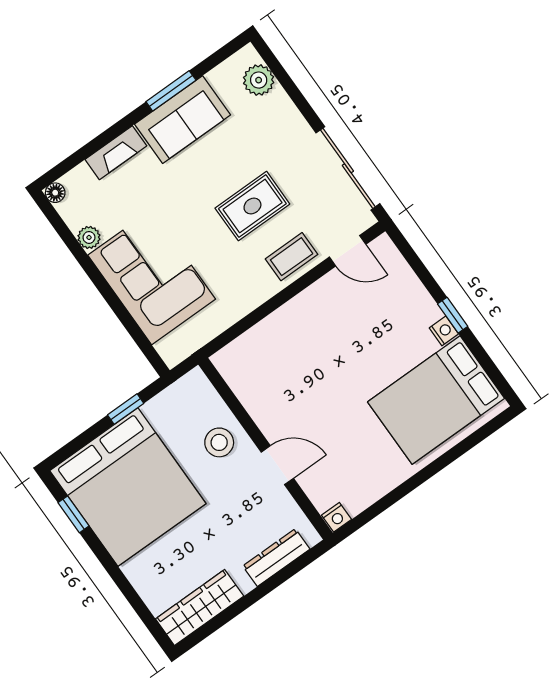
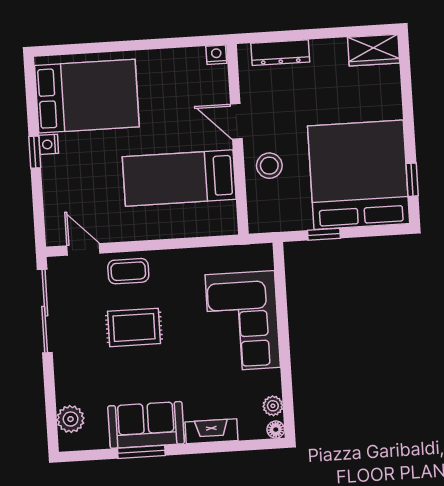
plant: (89, 237) -> (273, 406), moved
bed: (298, 377) -> (179, 178), added
wardrobe: (200, 608) -> (374, 50), width x0.67

